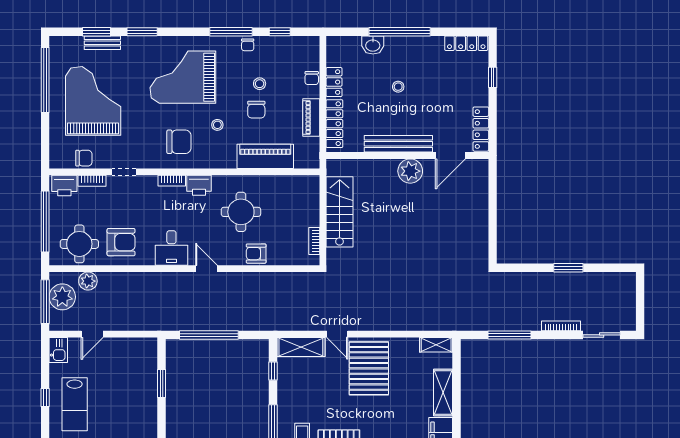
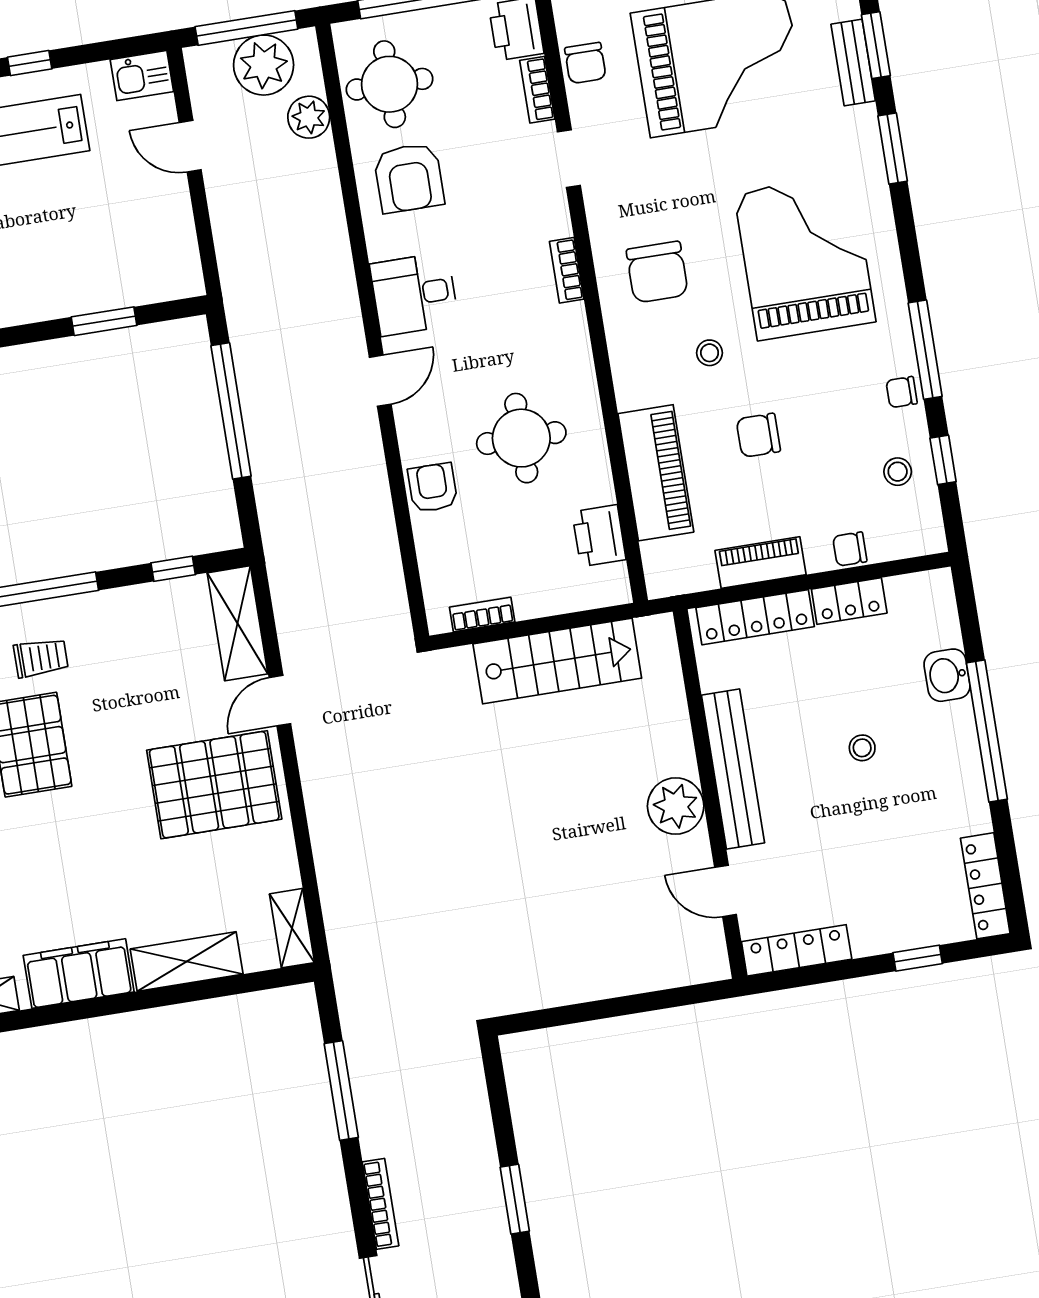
stool: (260, 84) -> (898, 472), moved
door: (450, 155) -> (726, 891), width x0.73
printer: (199, 185) -> (599, 536), moved

